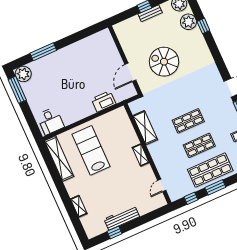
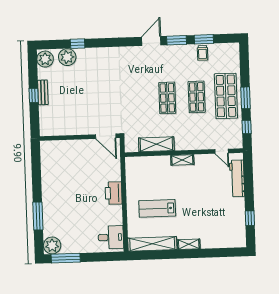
spiral stairs: (164, 62) -> (97, 98), removed
door: (130, 72) -> (106, 136), moved
printer: (104, 101) -> (114, 193), moved
lab bench: (91, 150) -> (157, 208), width x0.73, depth x0.72
shelving: (79, 206) -> (189, 244), moved
workbench: (122, 218) -> (237, 178), moved

